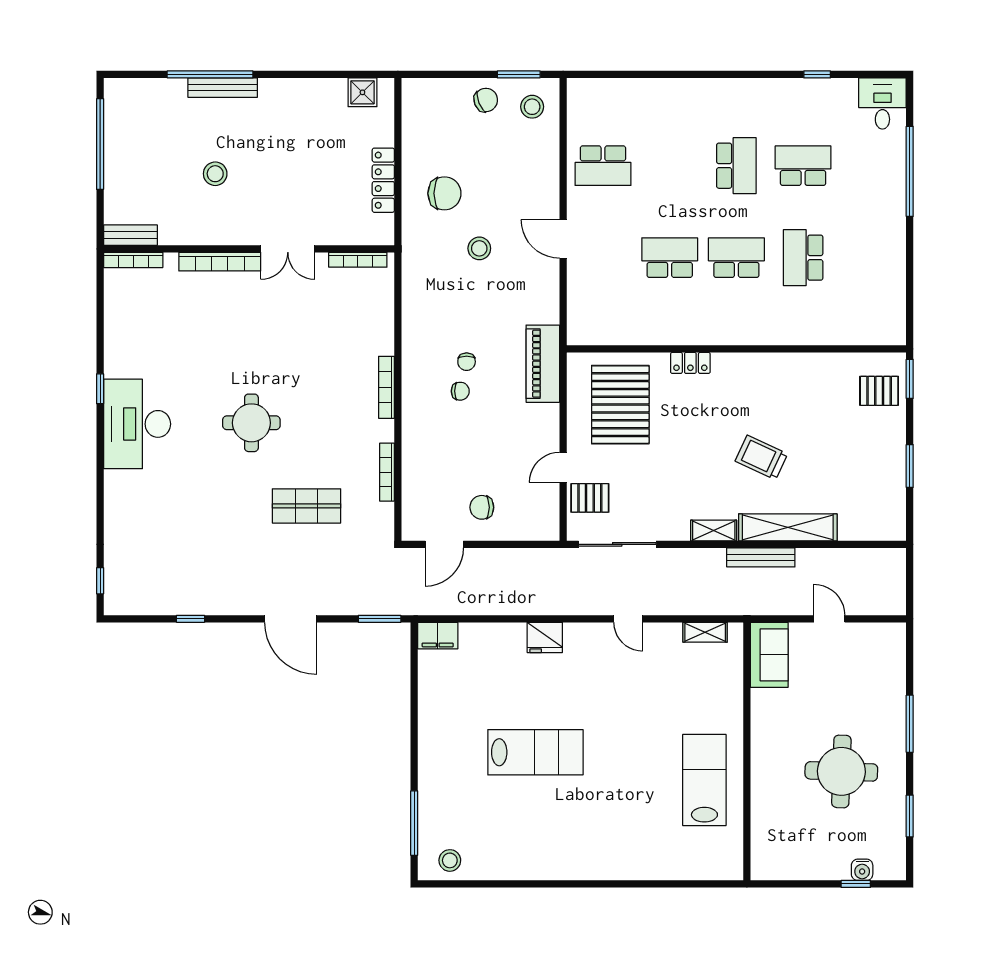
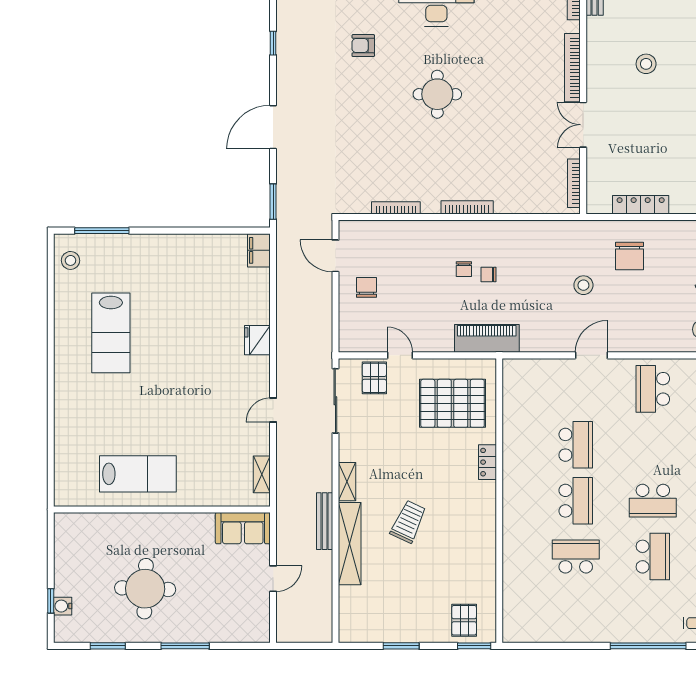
shop shelf: (306, 506) -> (368, 140), removed
armchair: (193, 511) -> (363, 46), added
lab bench: (535, 752) -> (111, 333), moved

